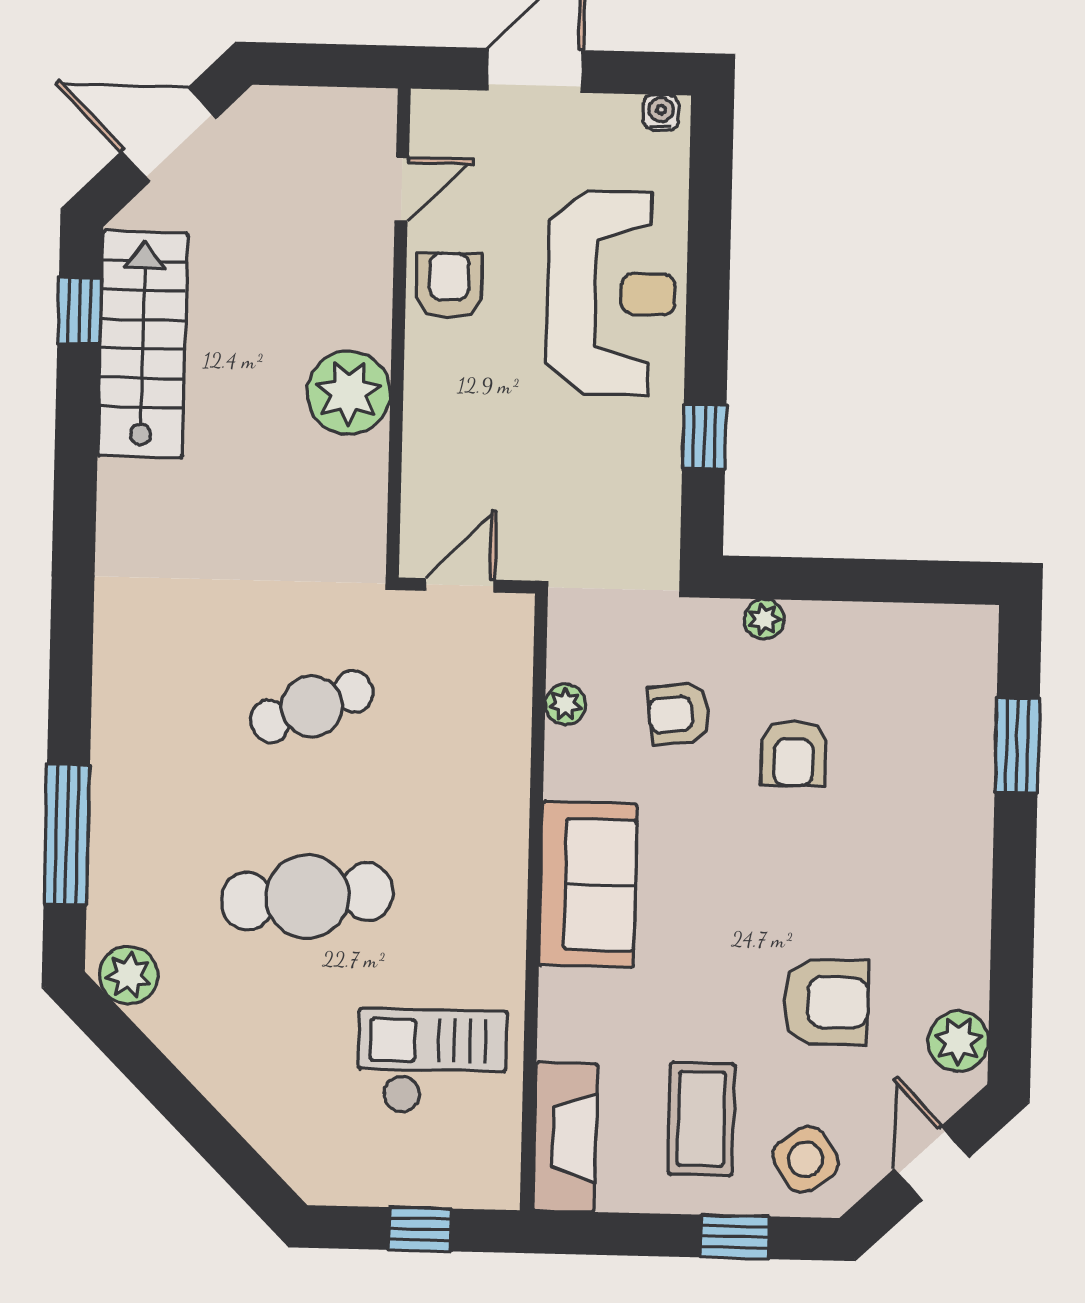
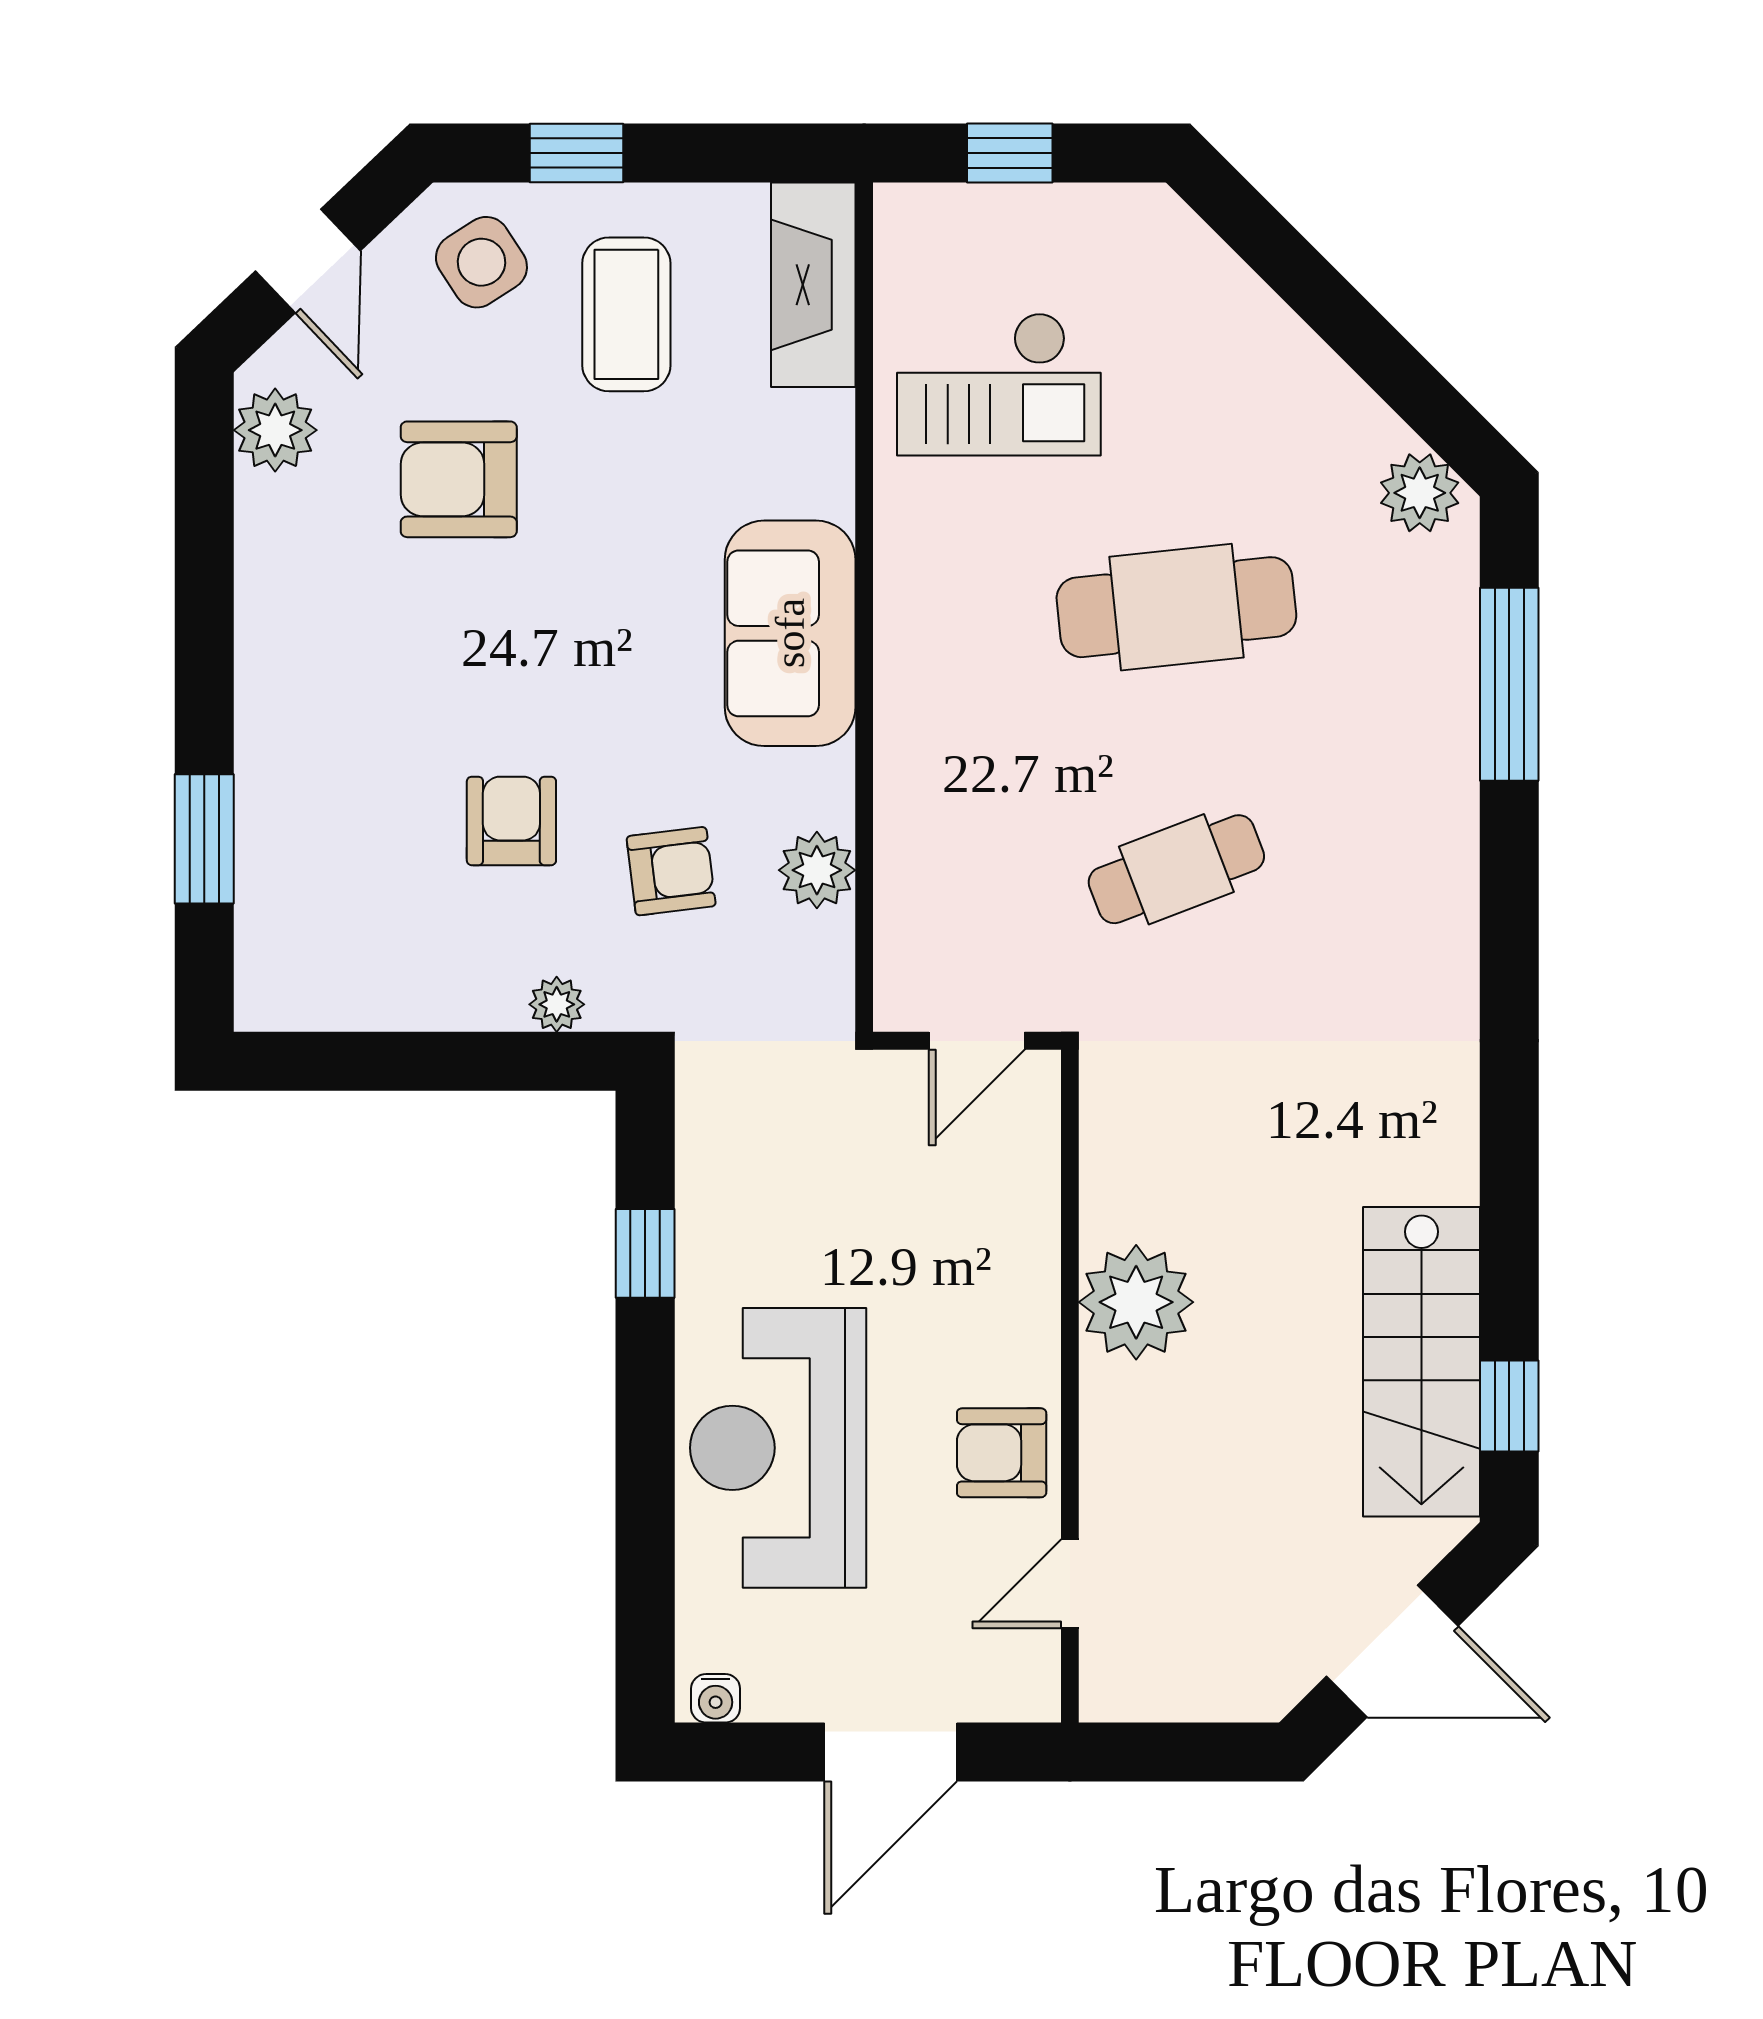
armchair: (449, 286) -> (1002, 1453), turned 90
plant: (565, 704) -> (817, 870), width x1.38, depth x1.38

